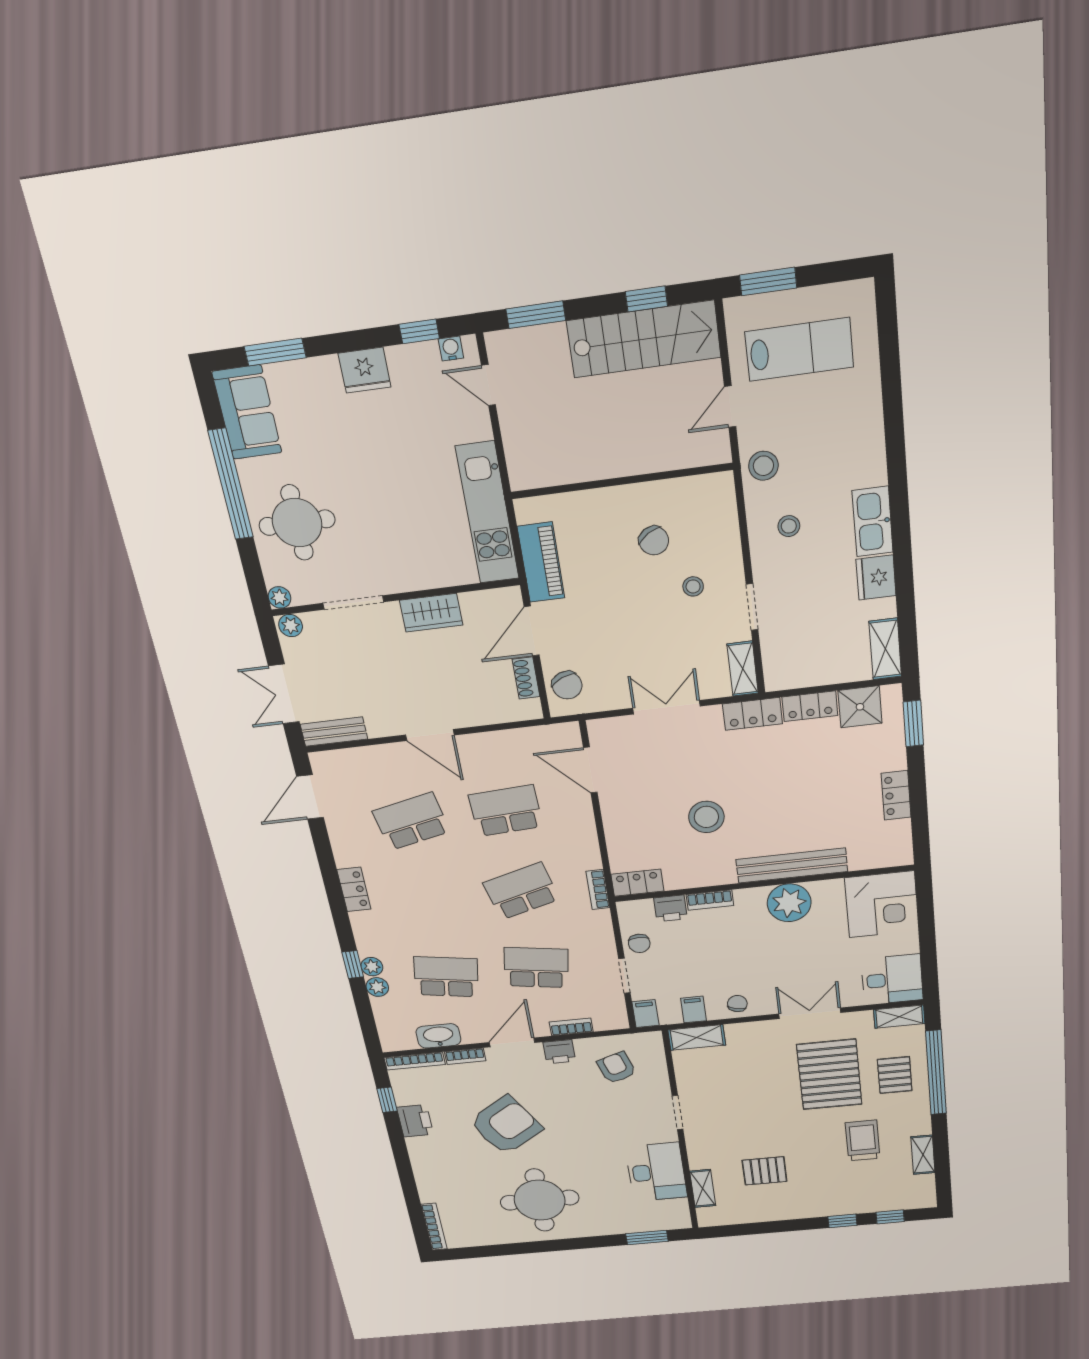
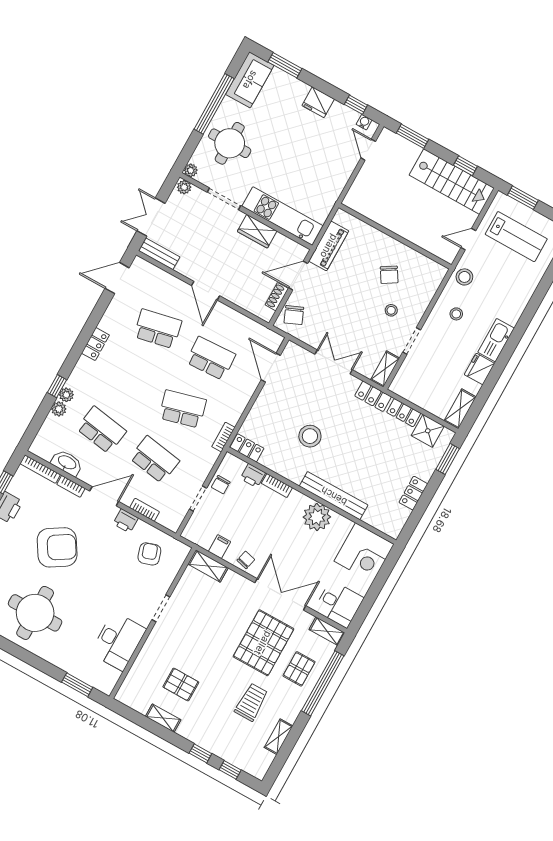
kitchen unit: (487, 513) -> (283, 216), moved, turned 90
double door: (810, 1013) -> (280, 594), width x1.37
filing cabinet: (645, 1014) -> (192, 531), removed
shelving: (703, 1188) -> (163, 718), moved, turned 90

